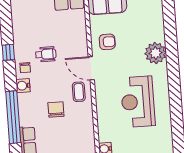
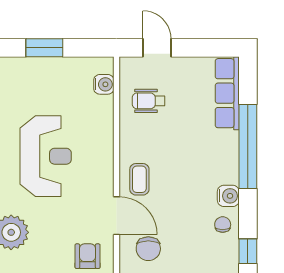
armchair: (107, 42) -> (88, 256), turned 90
wheelchair: (46, 54) -> (149, 101), moved
chair: (56, 109) -> (148, 249), moved

